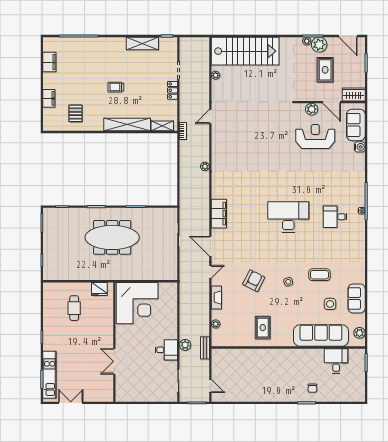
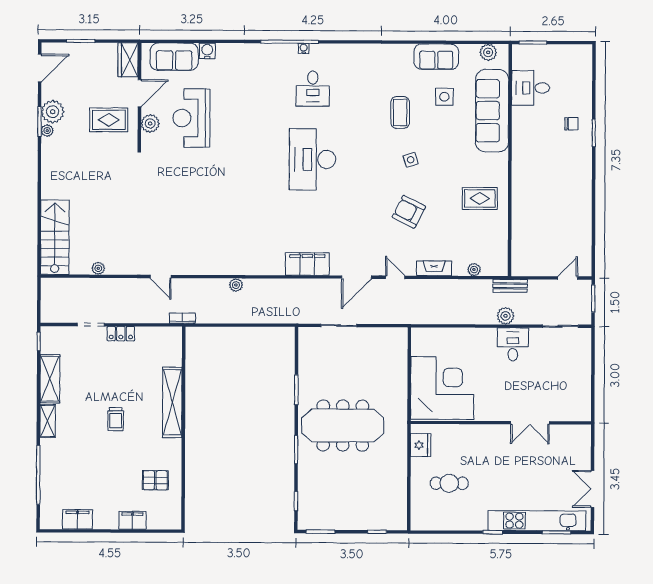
stairs: (245, 51) -> (55, 237), width x0.73, depth x0.66
rug: (325, 70) -> (109, 120), moved
shelving: (162, 126) -> (48, 421), moved
meeting table: (112, 237) -> (343, 426), turned 90
kitchen unit: (50, 375) -> (537, 521), width x1.36

